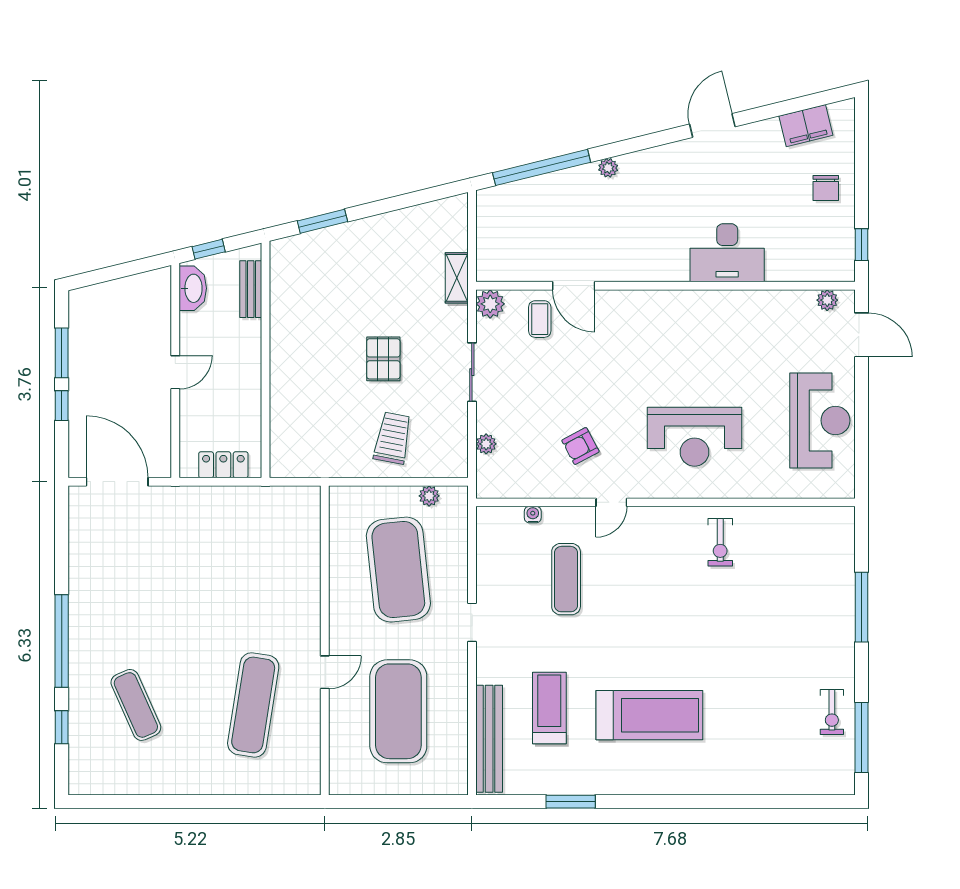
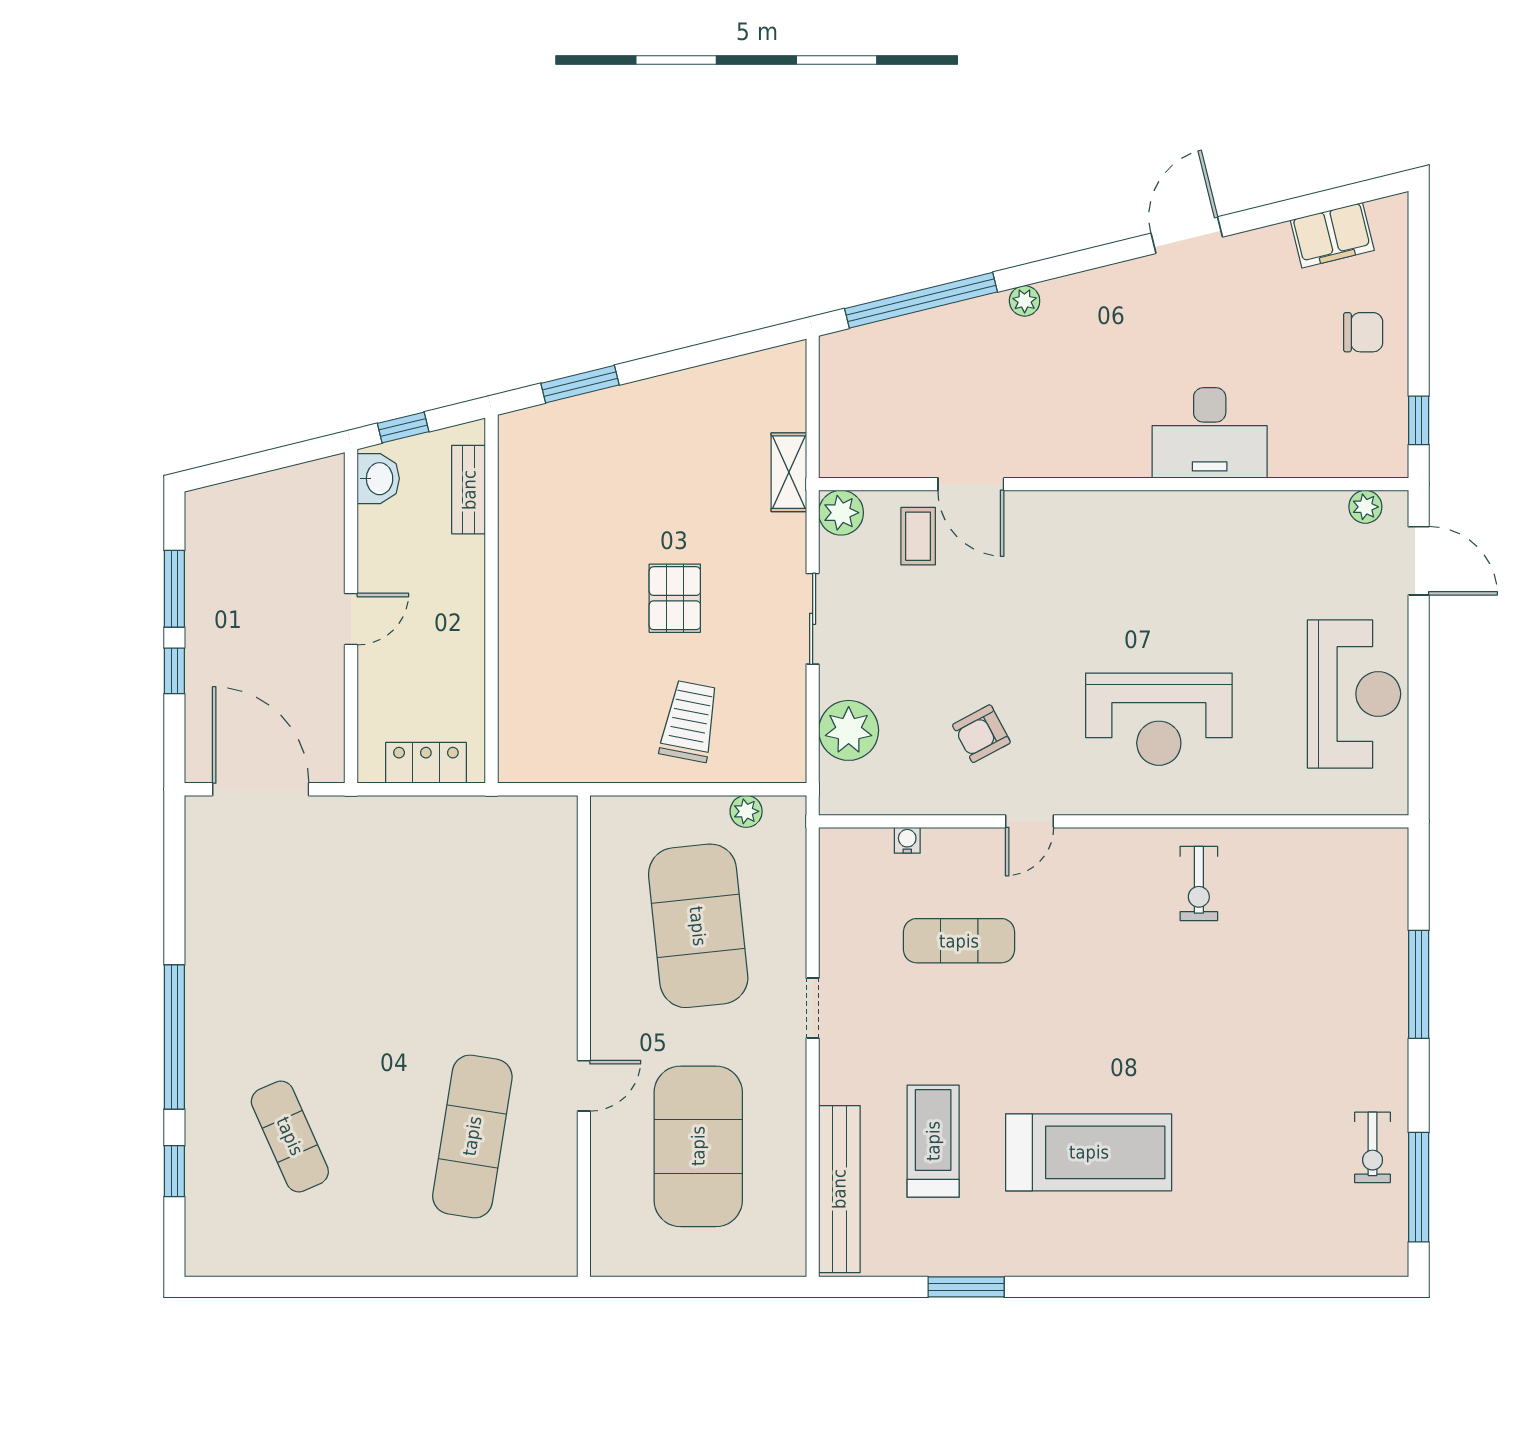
chair: (826, 188) -> (1363, 332), turned -90
washbasin: (193, 288) -> (378, 479), width x0.72
plant: (486, 444) -> (849, 730), width x1.87, depth x1.87
exercise mat: (566, 579) -> (959, 941), turned 90

